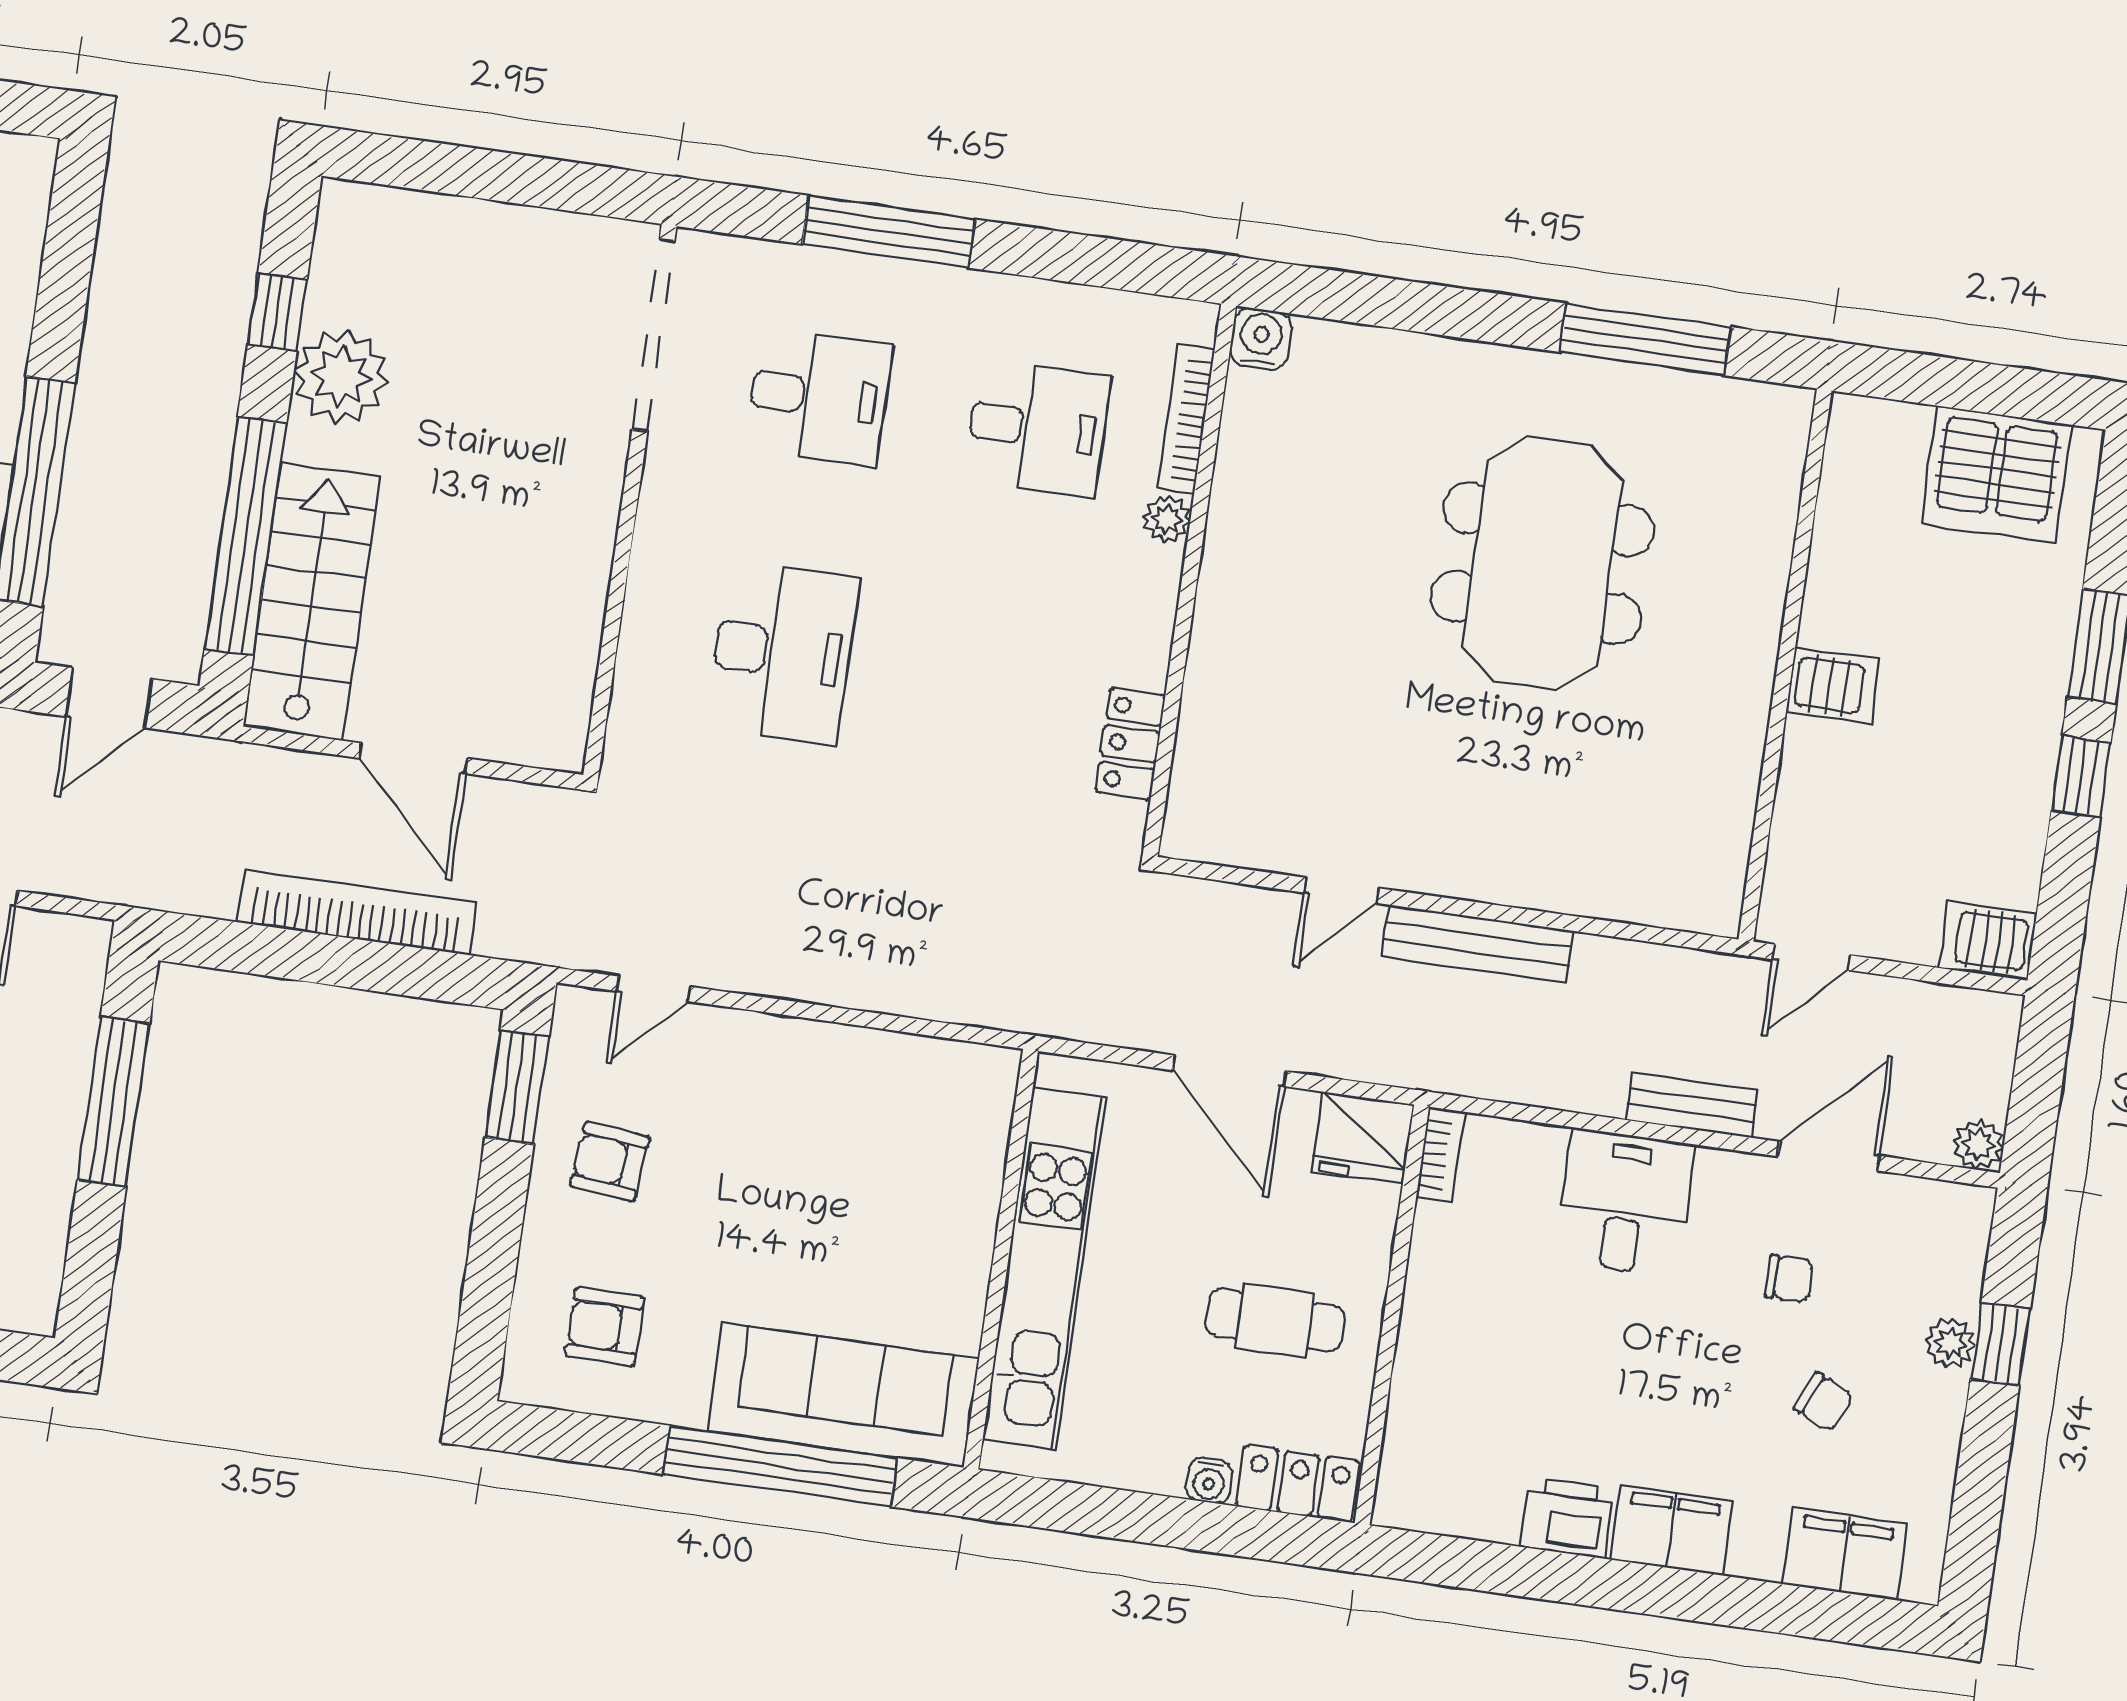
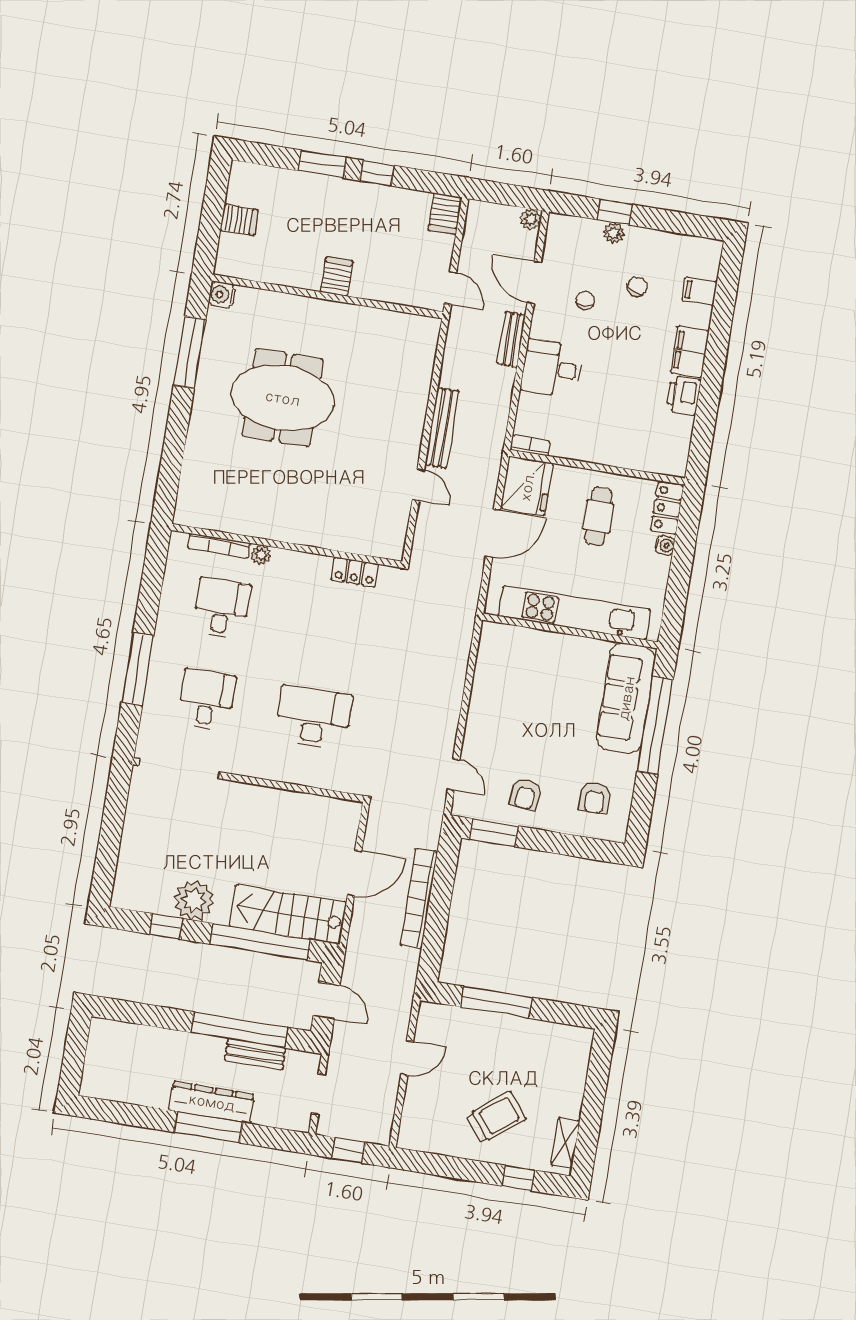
water cooler: (1261, 339) -> (222, 295), moved
server rack: (1996, 474) -> (239, 220), width x0.46, depth x0.70
fridge: (1363, 1138) -> (527, 486), width x1.36, depth x1.34
filing cabinet: (1845, 1554) -> (699, 291), width x0.50

